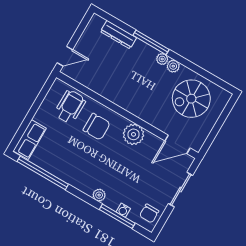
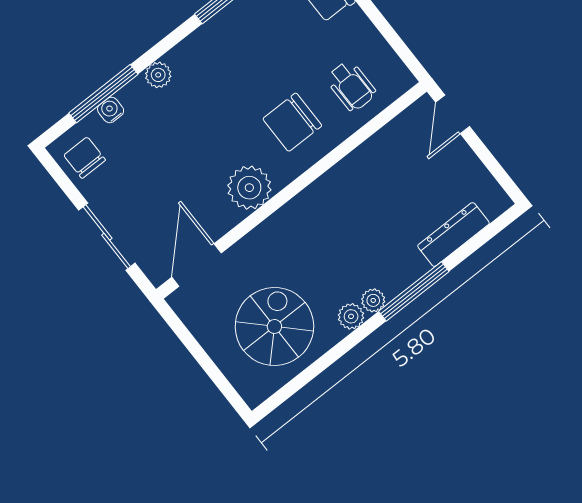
wheelchair: (70, 107) -> (351, 86), width x0.73, depth x0.73

